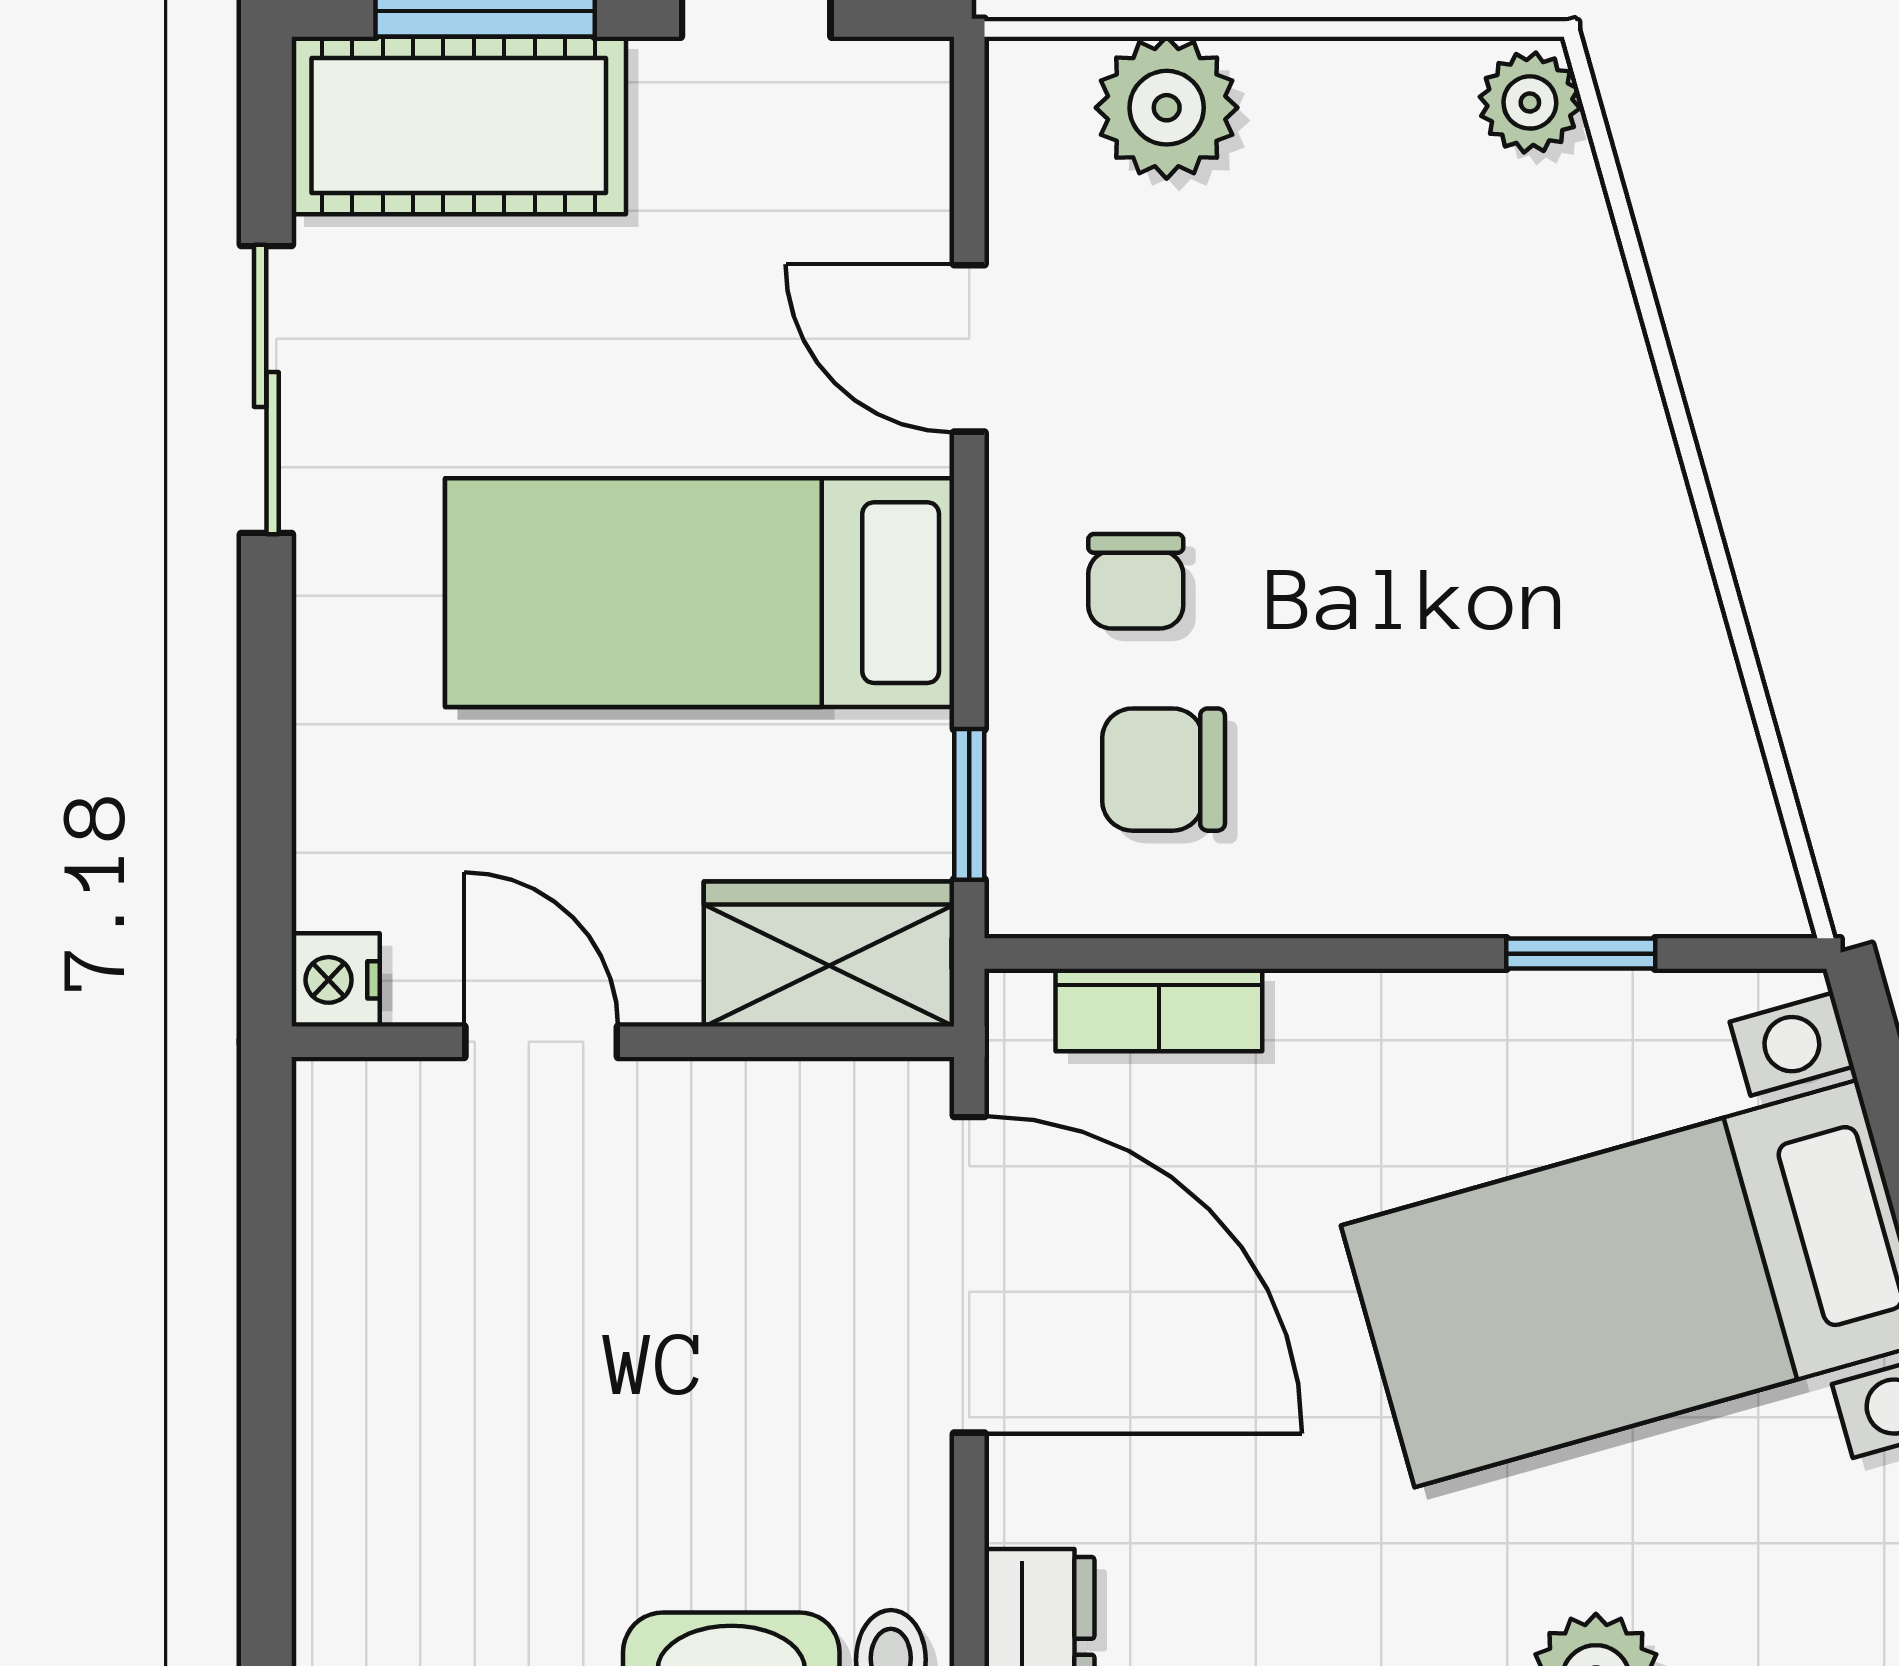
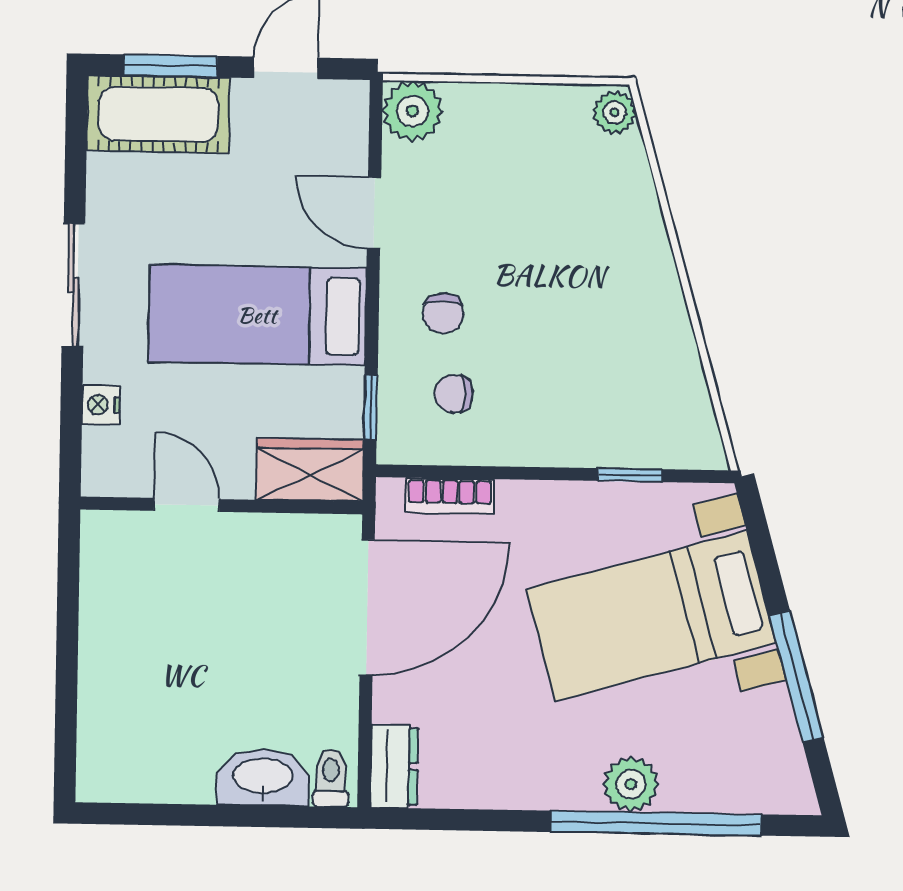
plant: (1167, 108) -> (413, 111), moved
sliding door: (266, 390) -> (73, 285), moved
chair: (1164, 770) -> (454, 394), width x0.73, depth x0.73
nightstand: (336, 980) -> (101, 405), moved
door: (969, 1275) -> (367, 607), hinge flipped

